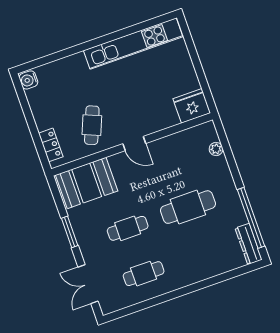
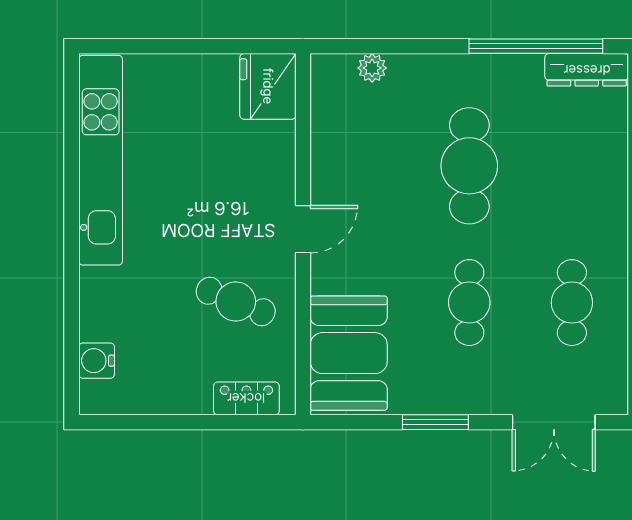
water cooler: (28, 80) -> (97, 361), moved, turned 90

